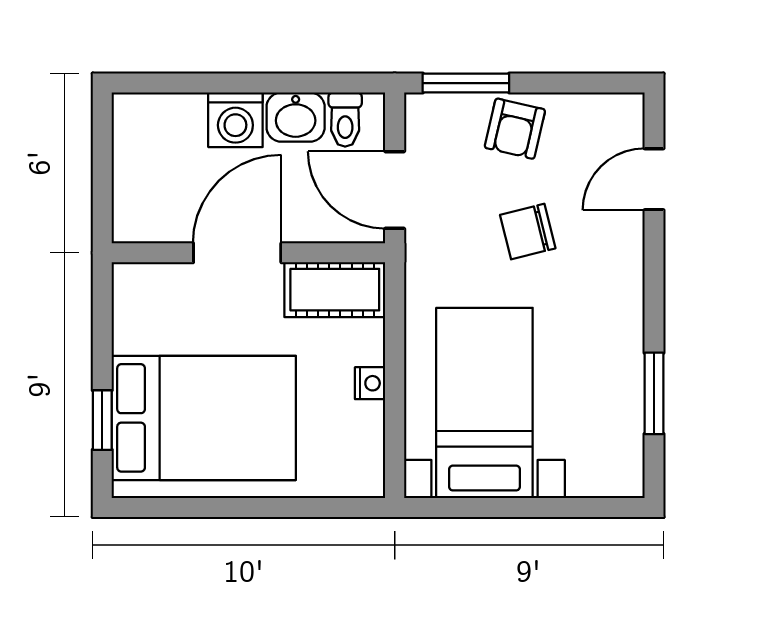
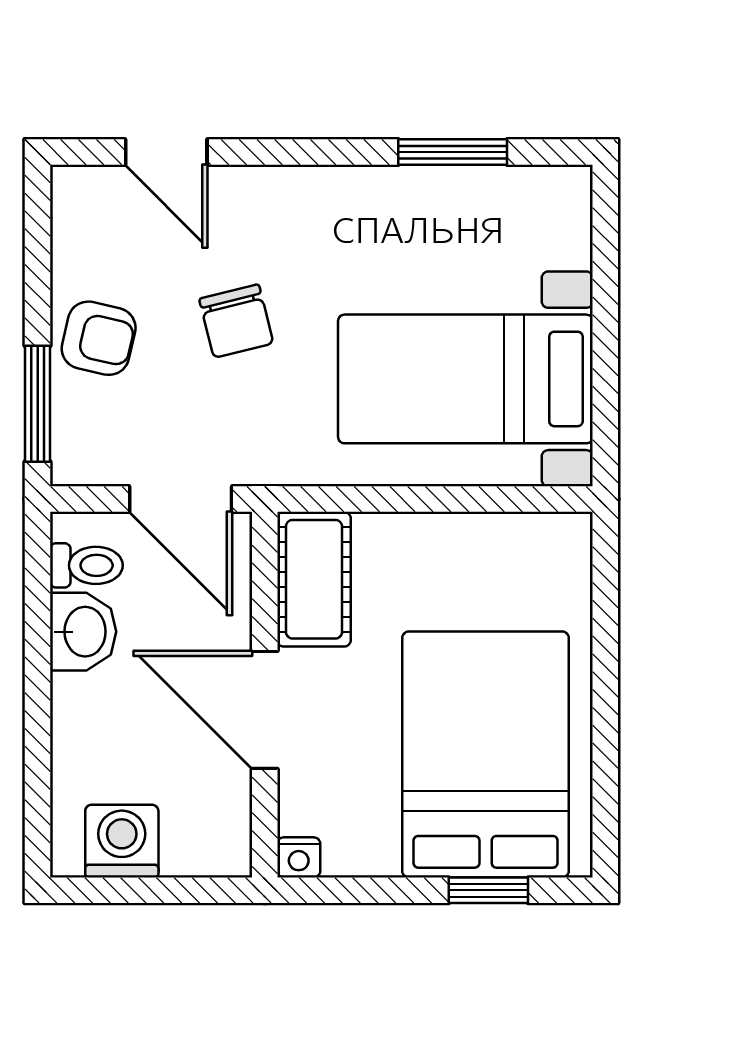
washing machine: (235, 120) -> (122, 841), moved, turned -90
door: (395, 190) -> (181, 499), hinge flipped
nightstand: (370, 383) -> (299, 857), moved, turned 180

